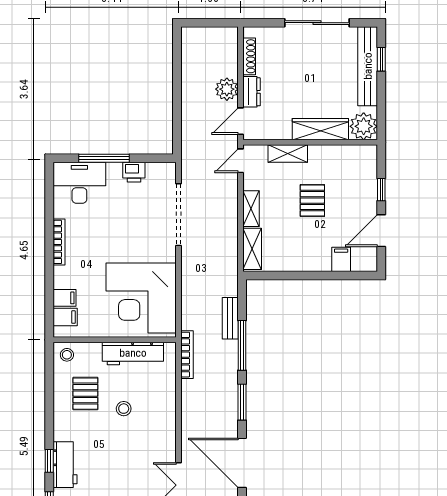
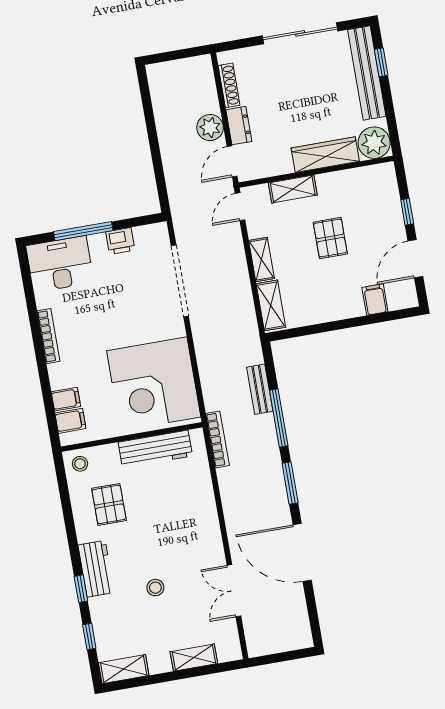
stool: (124, 409) -> (155, 588), moved
workbench: (65, 465) -> (96, 569), moved

